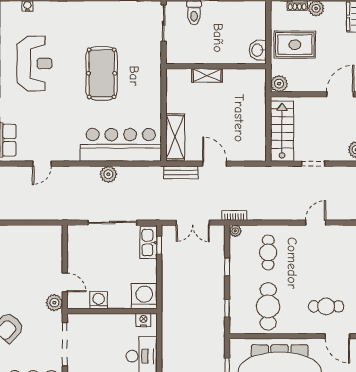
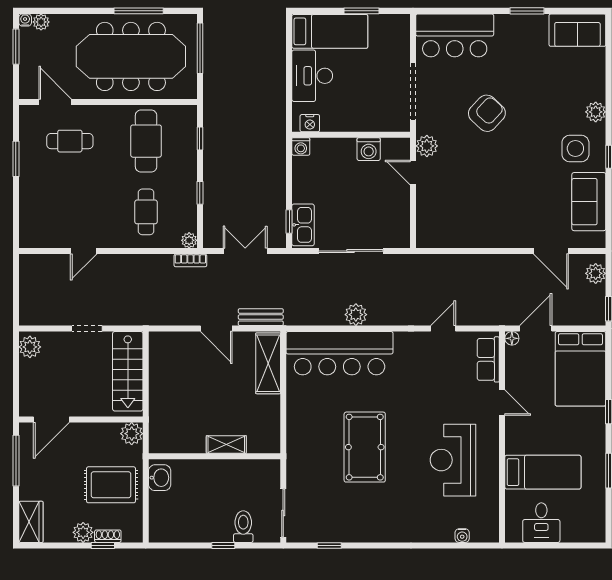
washing machine: (144, 296) -> (301, 147), width x0.53, depth x0.53

